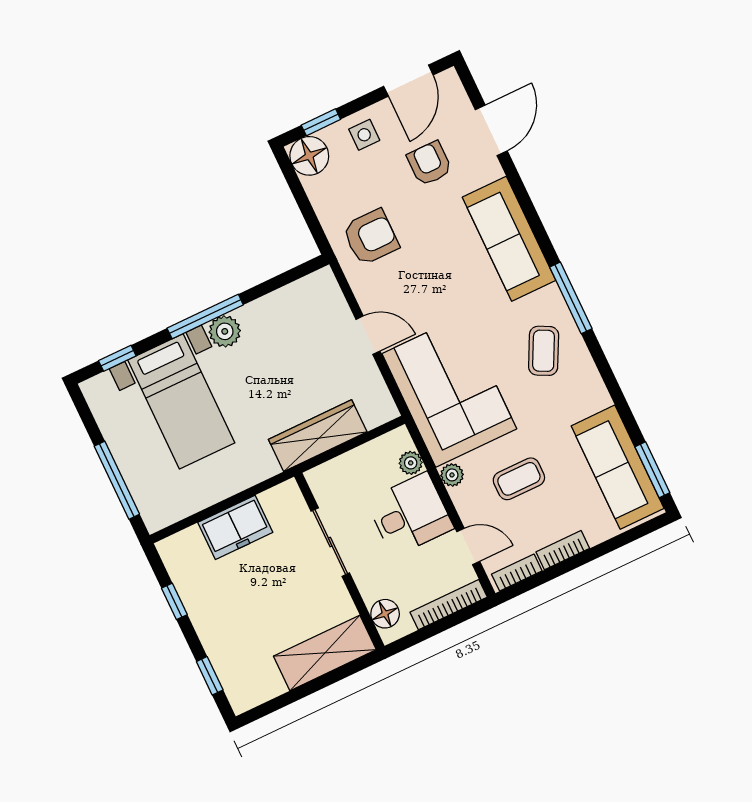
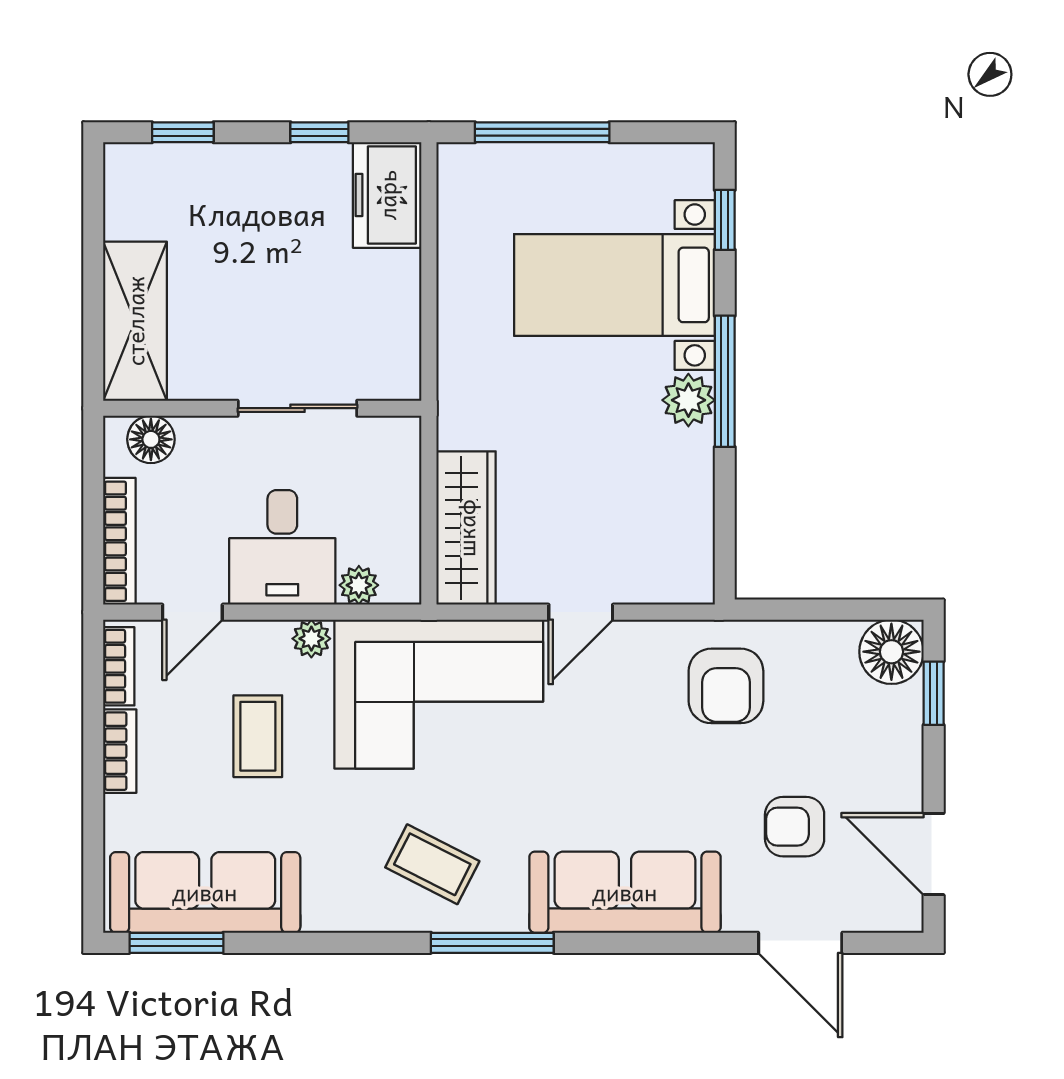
side table: (364, 135) -> (884, 749), removed
armchair: (429, 163) -> (795, 827), turned 180
wardrobe: (318, 436) -> (466, 528), moved
freezer: (235, 527) -> (387, 195), moved

